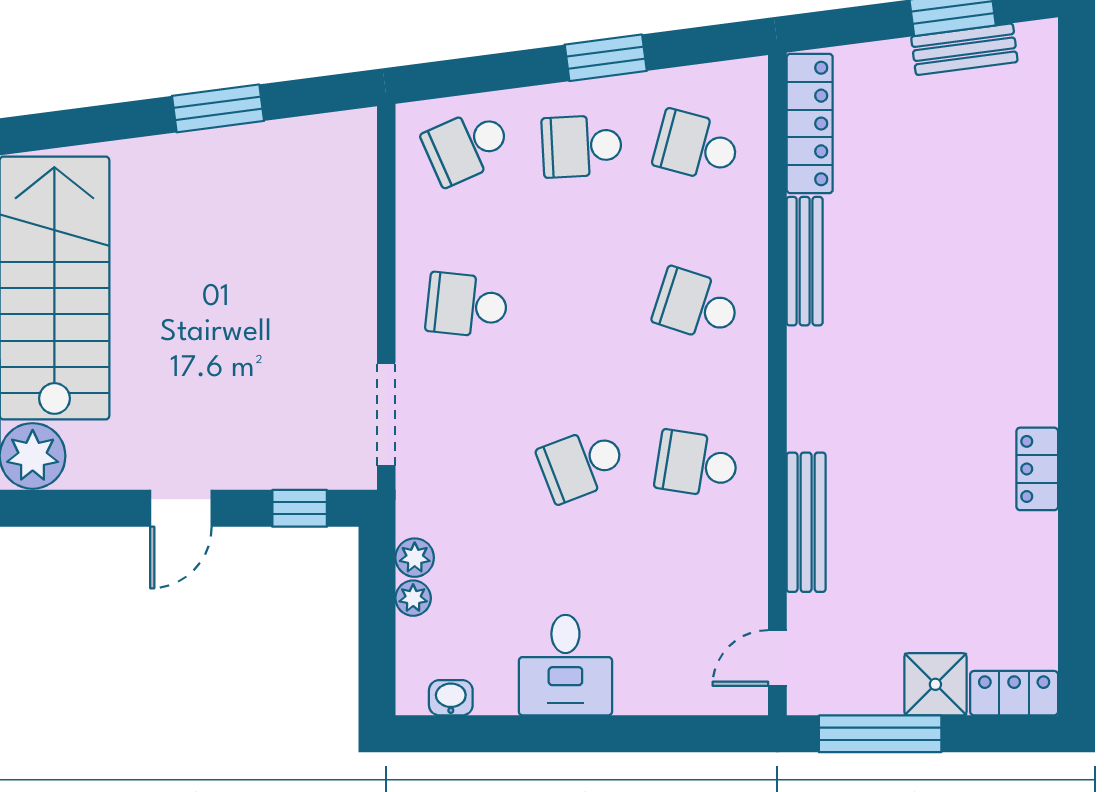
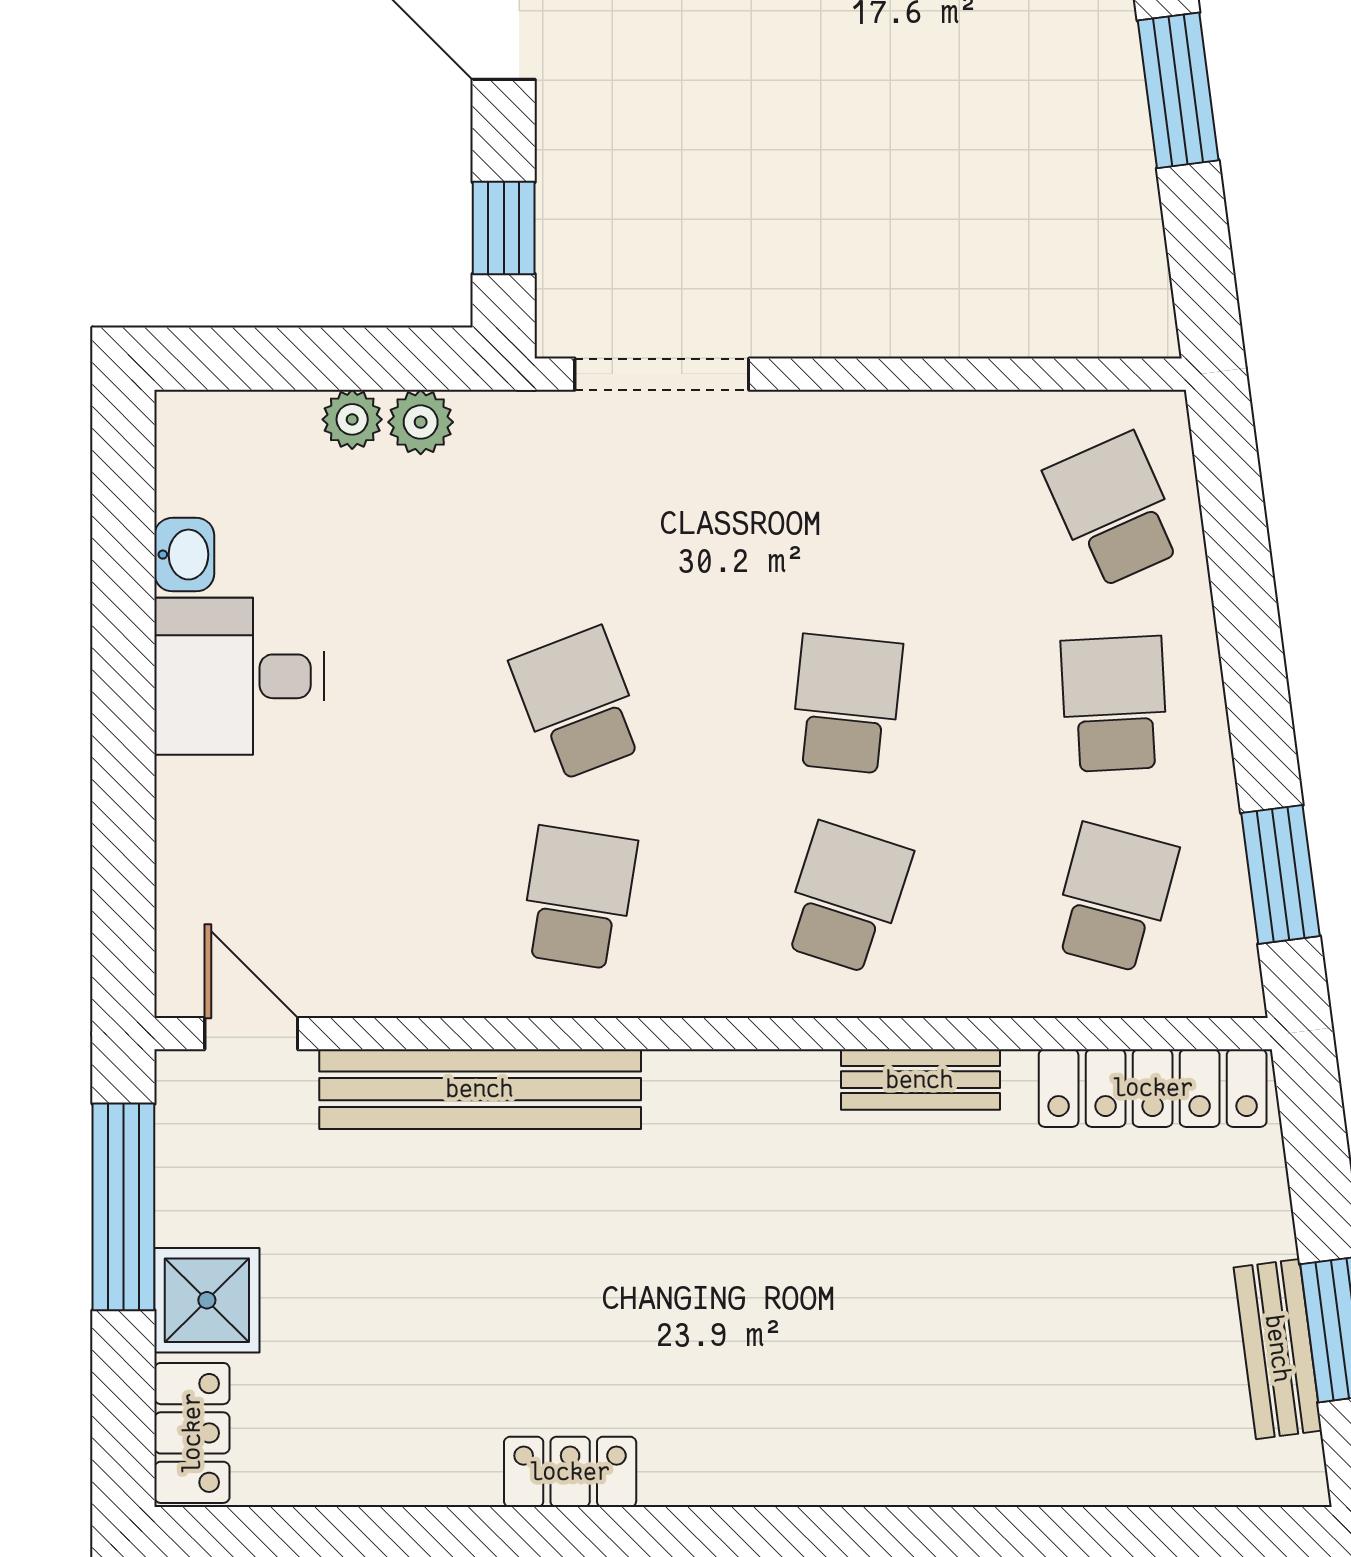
window: (606, 58) -> (1280, 874), moved
bench: (805, 261) -> (920, 1080), width x0.73
school desk: (467, 305) -> (846, 704), moved
bench: (806, 522) -> (480, 1089), width x1.37, depth x1.21
washbasin: (451, 698) -> (184, 555), moved

